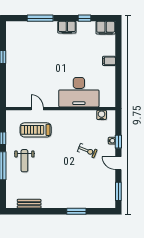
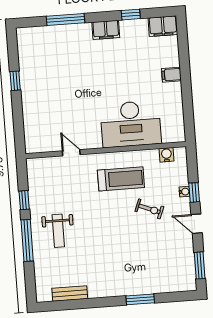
treadmill: (36, 130) -> (121, 179), moved, turned 180

